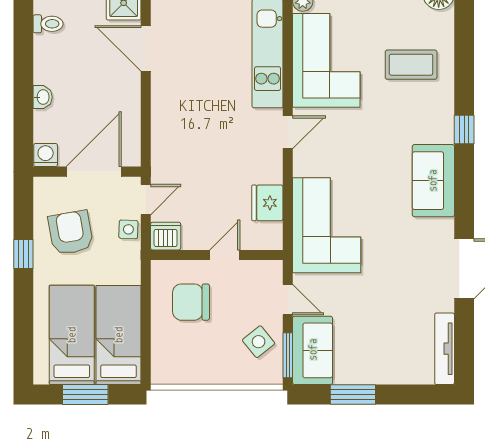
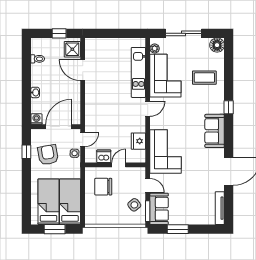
dishwasher: (166, 236) -> (104, 156), moved
window: (23, 254) -> (26, 152), moved

